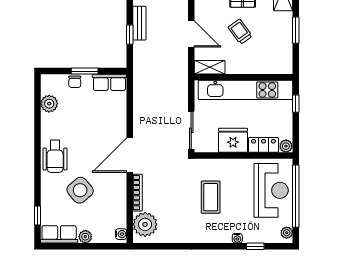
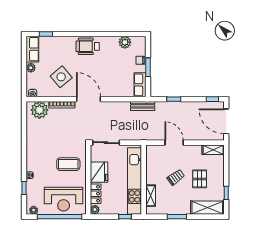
bench: (139, 23) -> (143, 106), moved
door: (191, 34) -> (174, 143), swing flipped
shelving: (210, 67) -> (151, 196), moved
side table: (80, 190) -> (61, 77), moved
coffee table: (211, 197) -> (68, 164), moved

